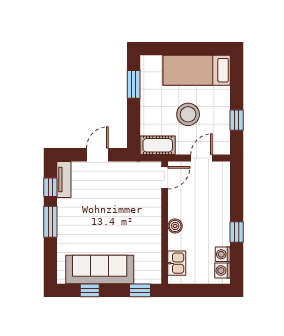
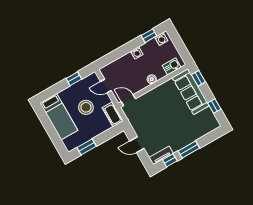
window: (237, 232) -> (149, 36), moved
washing machine: (223, 254) -> (137, 53), moved
sofa: (100, 269) -> (191, 92), moved

